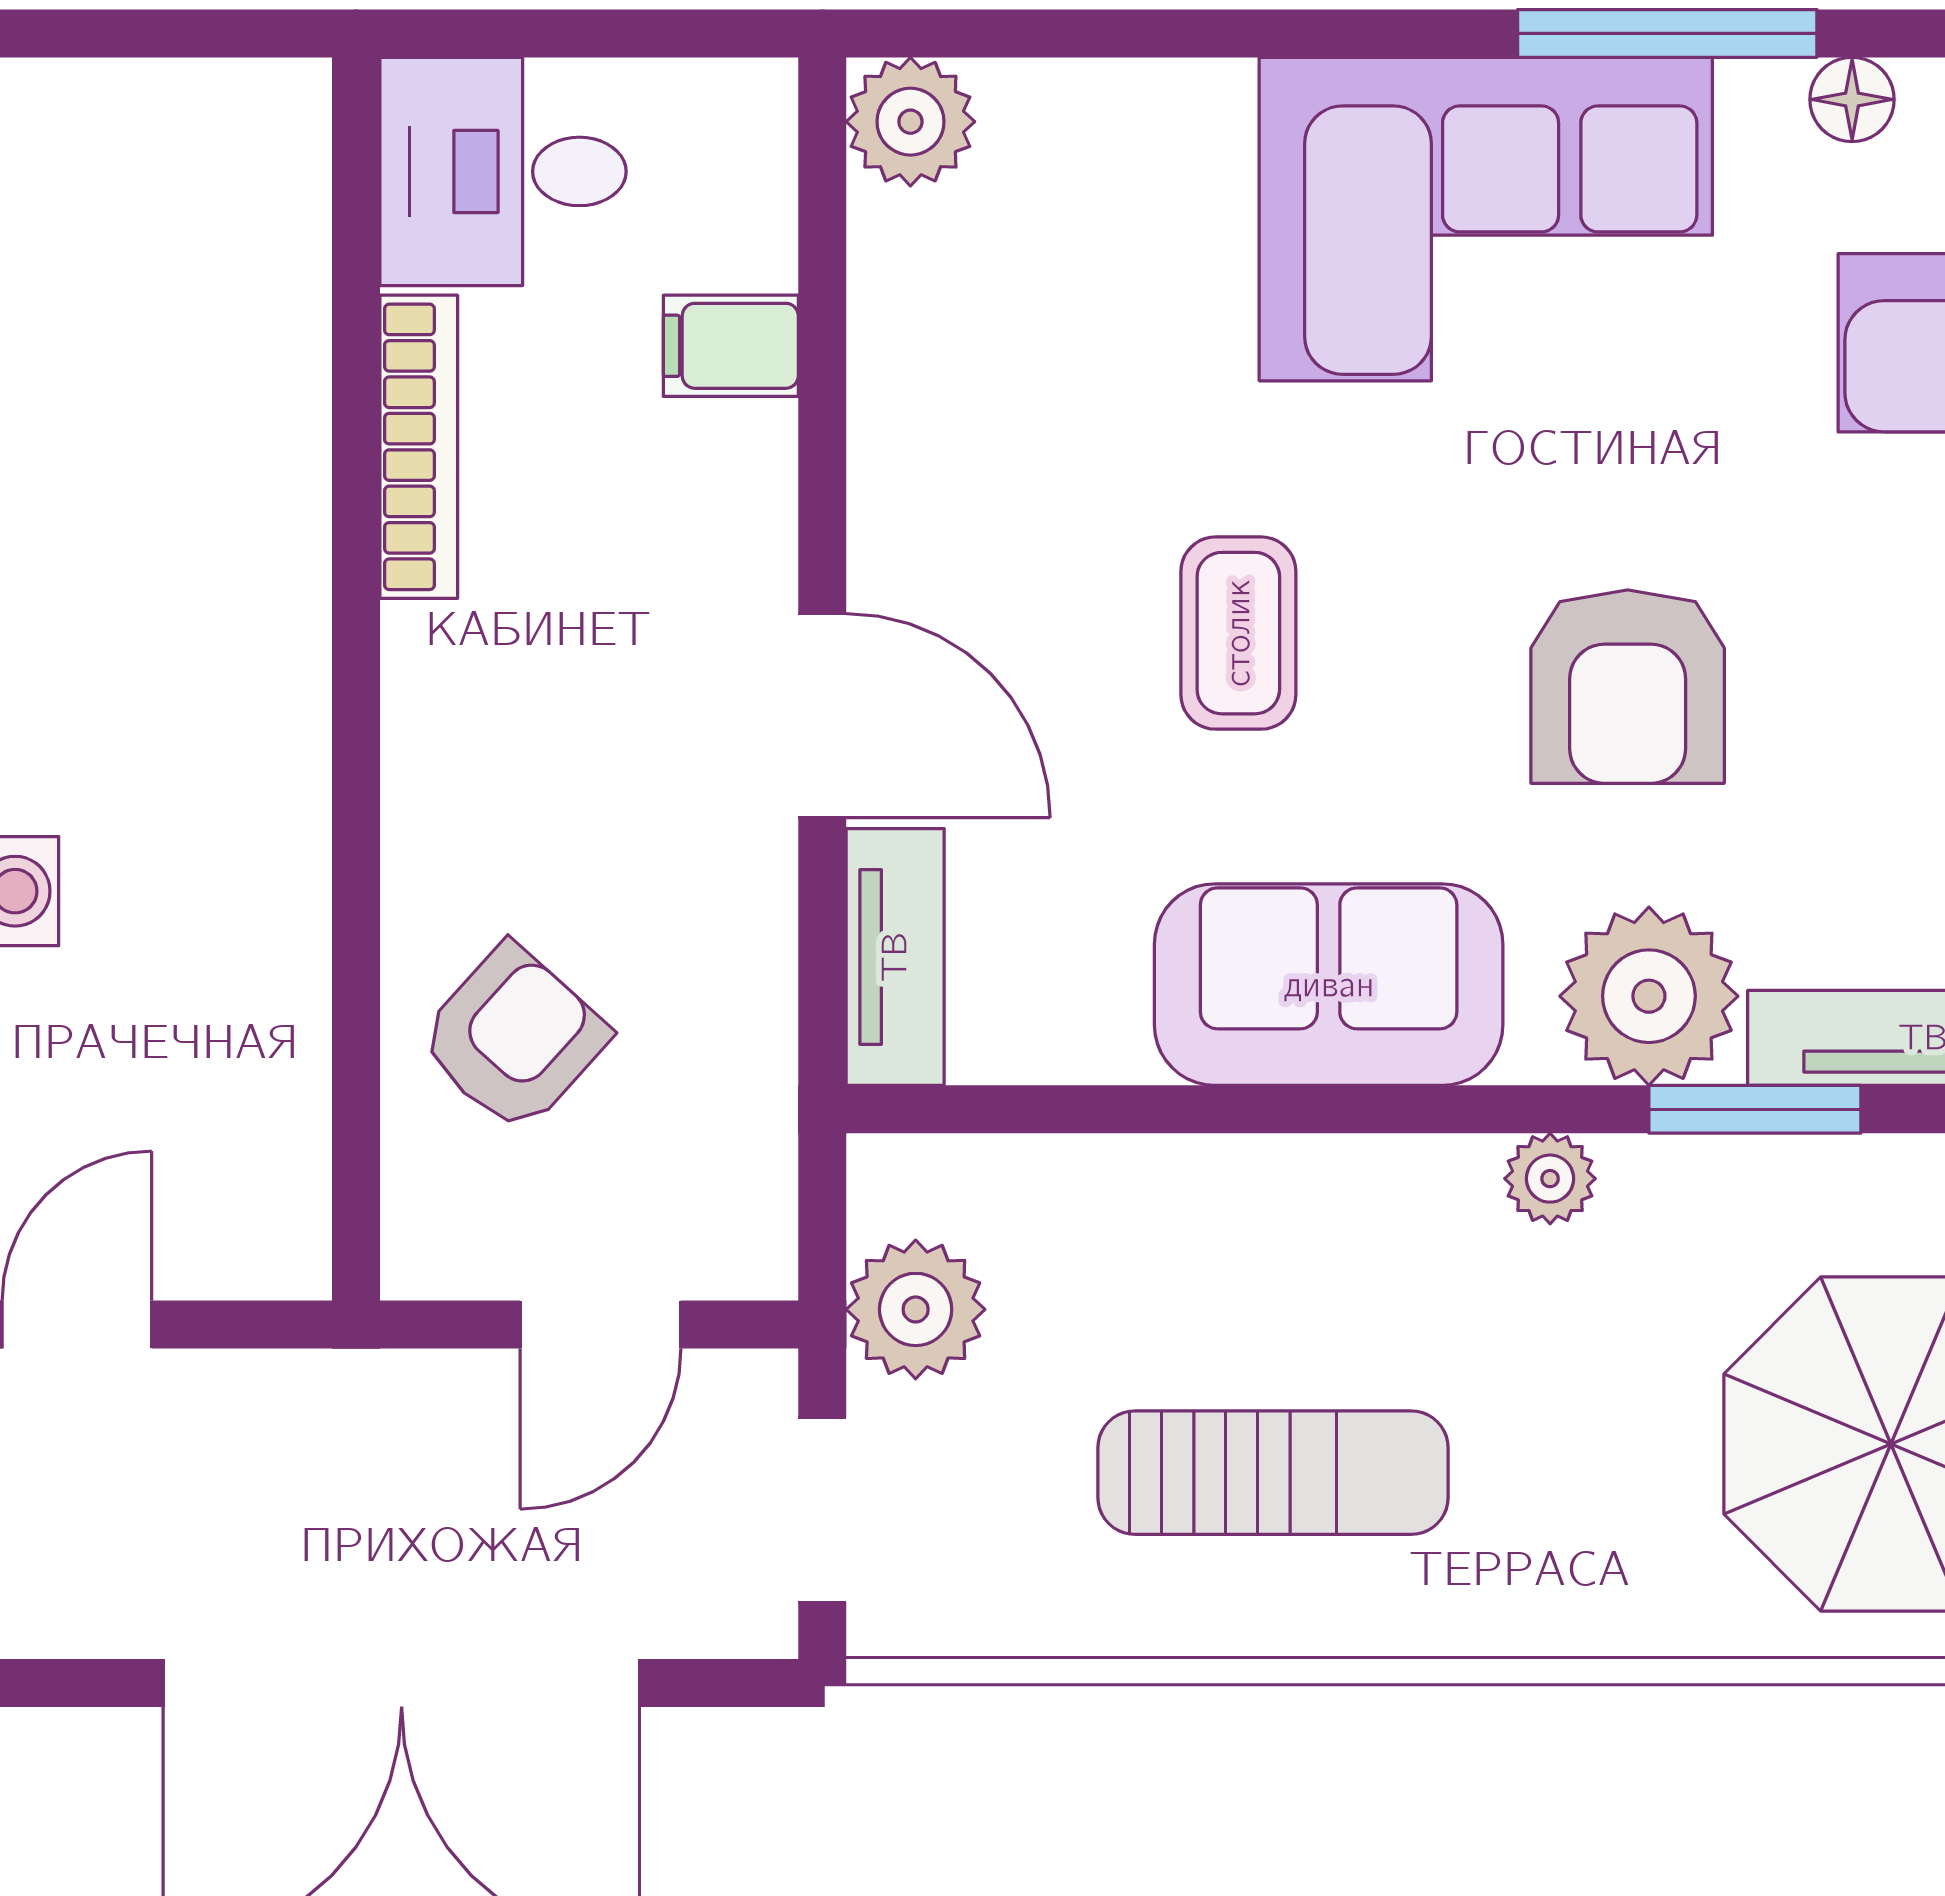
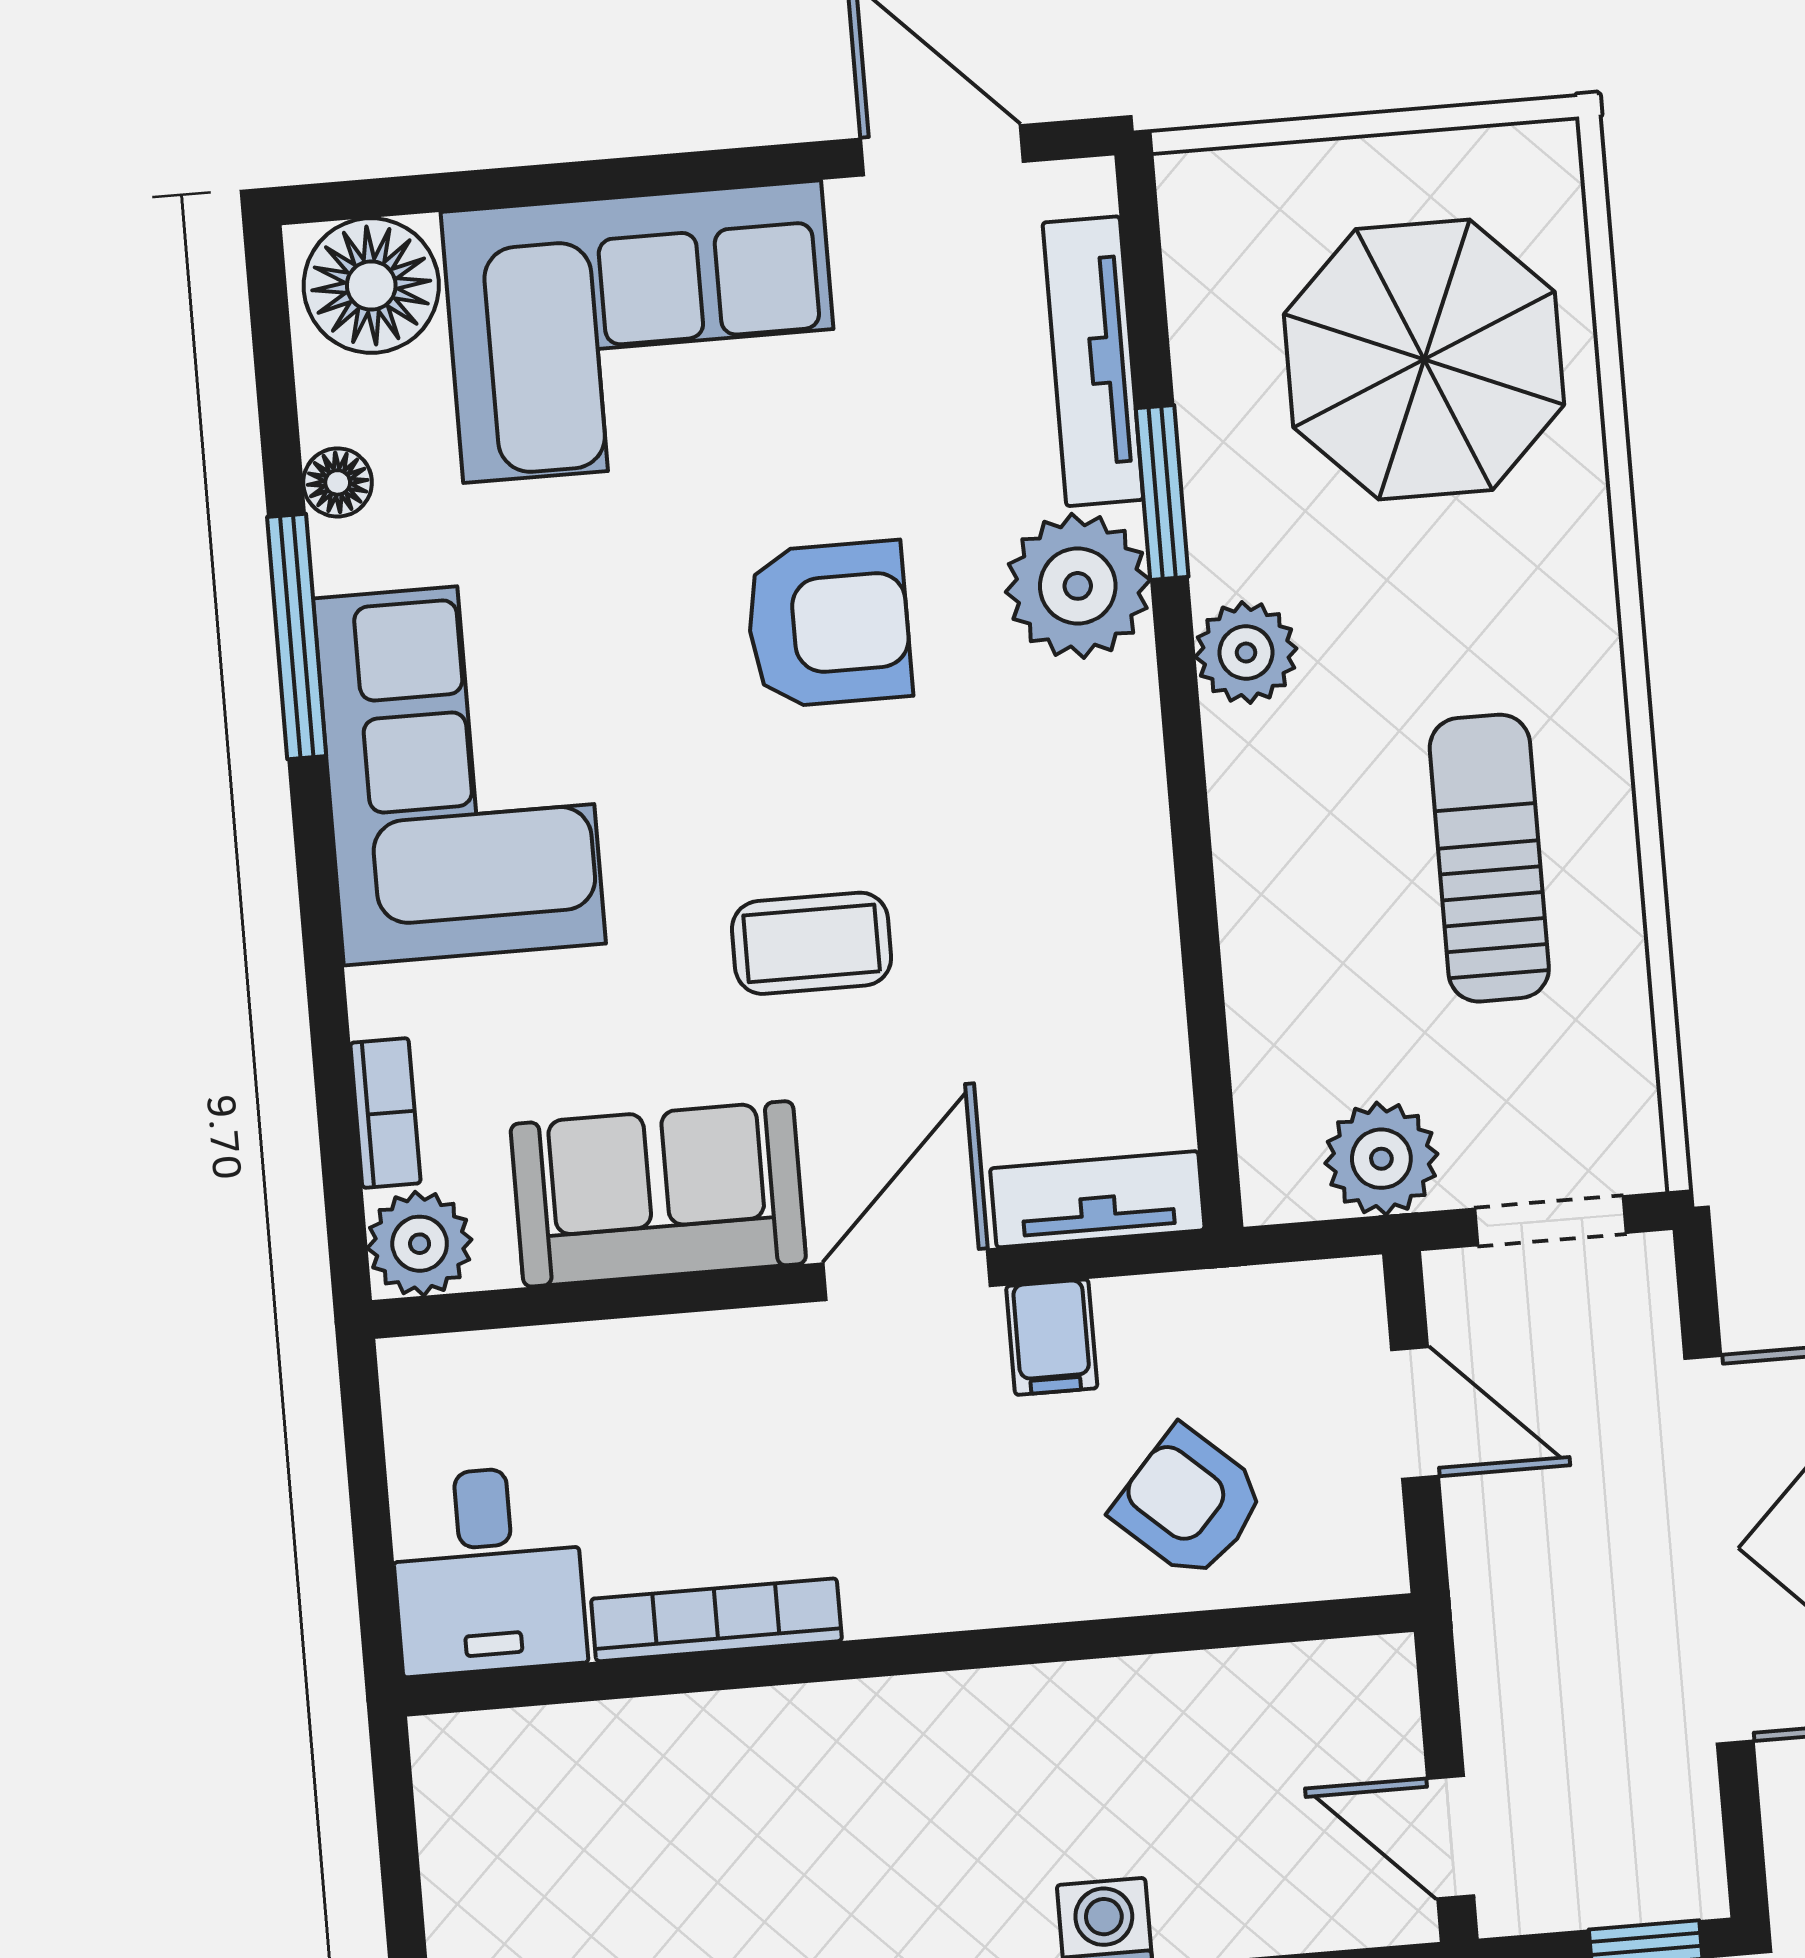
bookcase: (1074, 93) -> (385, 1113), added
filing cabinet: (731, 346) -> (1052, 1337), moved
sofa: (1329, 985) -> (658, 1194), moved, turned 90
plant: (1550, 1179) -> (1246, 653), width x1.38, depth x1.38

